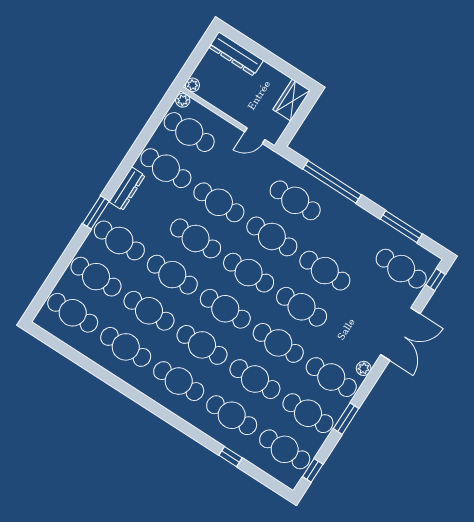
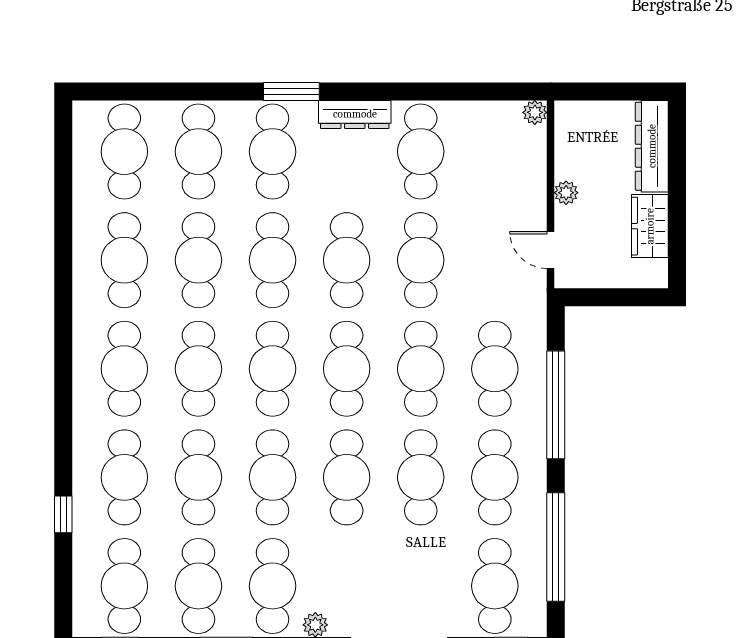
plant: (192, 85) -> (566, 193), moved
wardrobe: (292, 100) -> (650, 226), moved, turned -90
cafe table: (189, 132) -> (495, 477), moved
window: (401, 227) -> (556, 547), width x1.46

